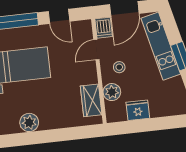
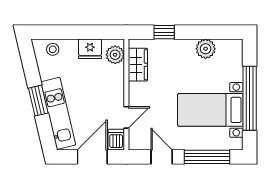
stool: (119, 67) -> (53, 49), moved
plant: (112, 92) -> (115, 55), moved
window: (70, 134) -> (164, 32), added

